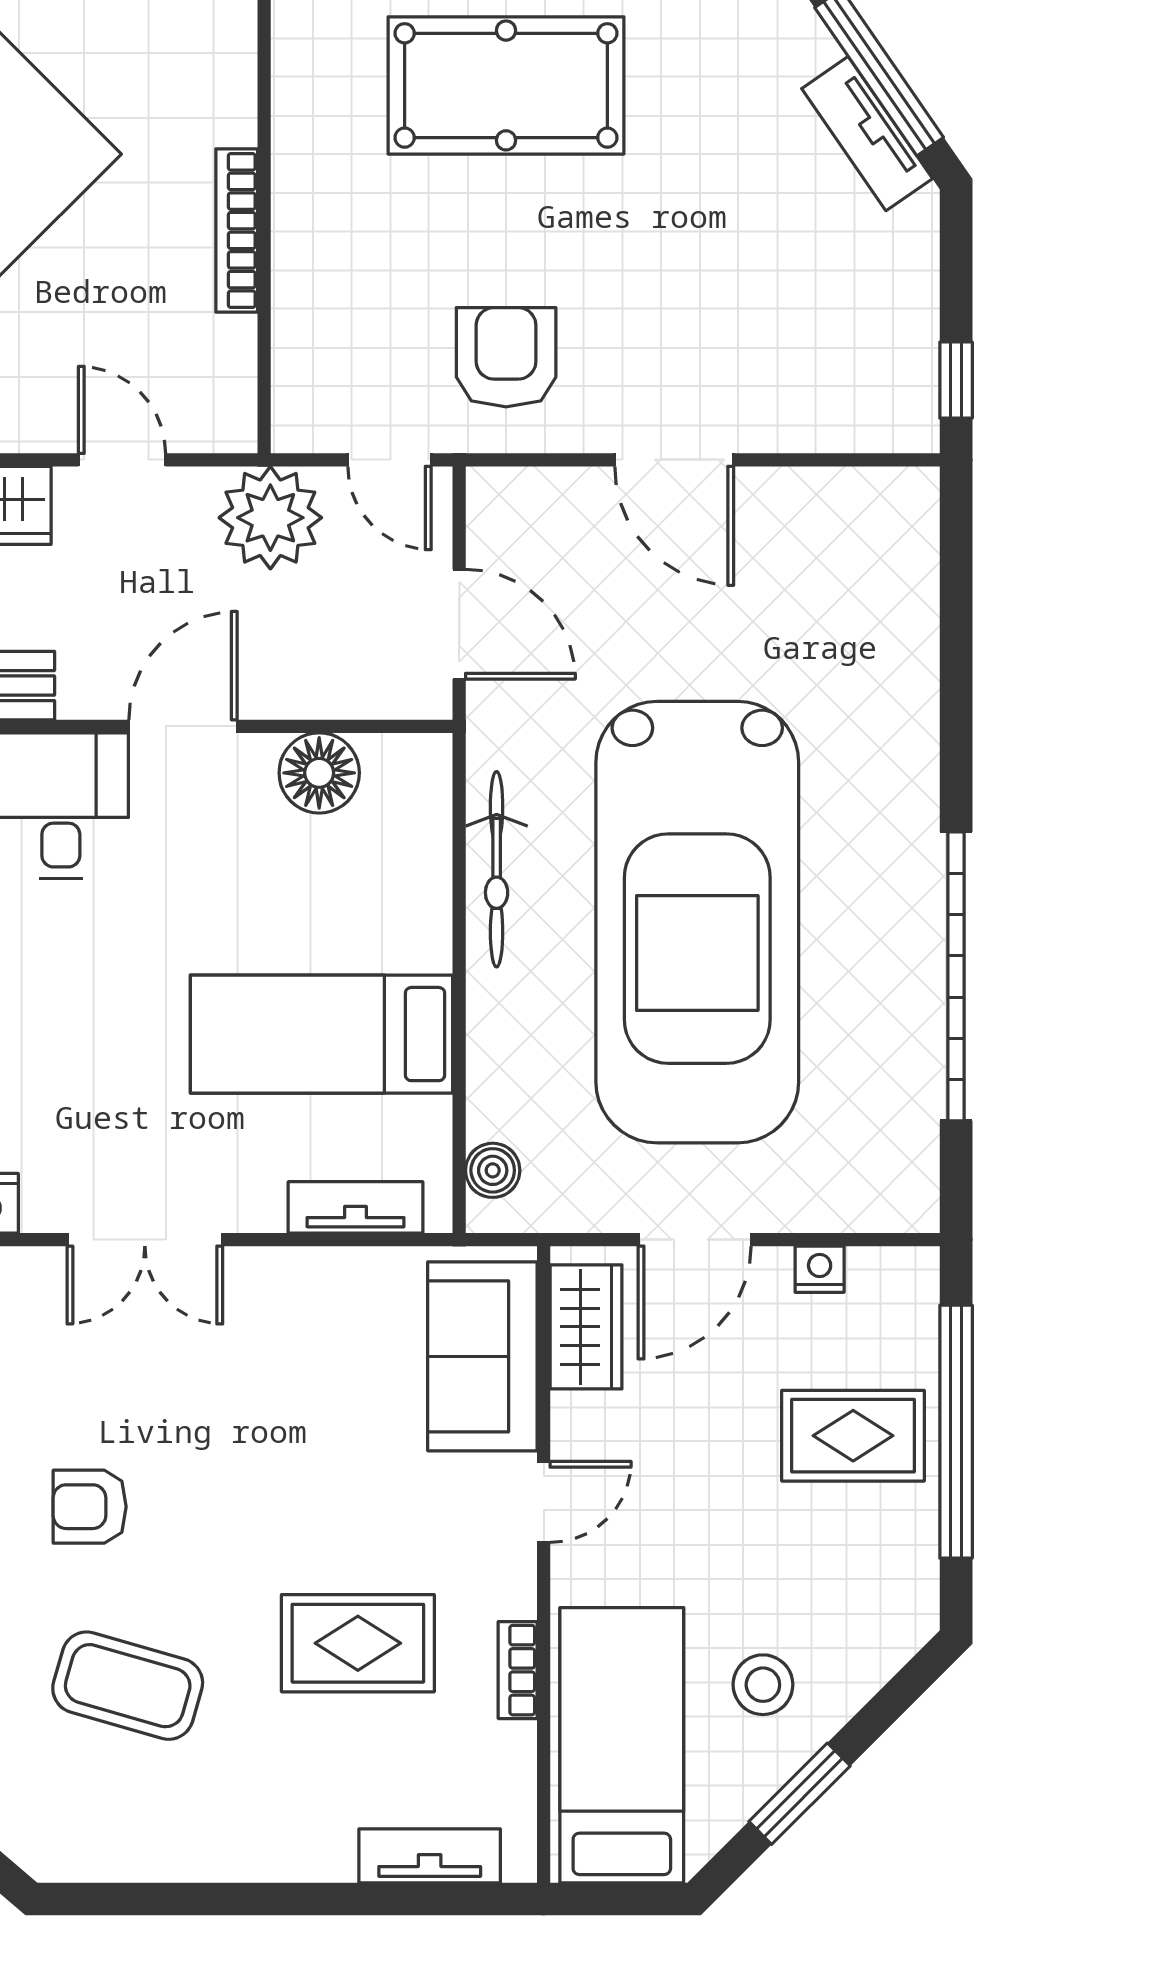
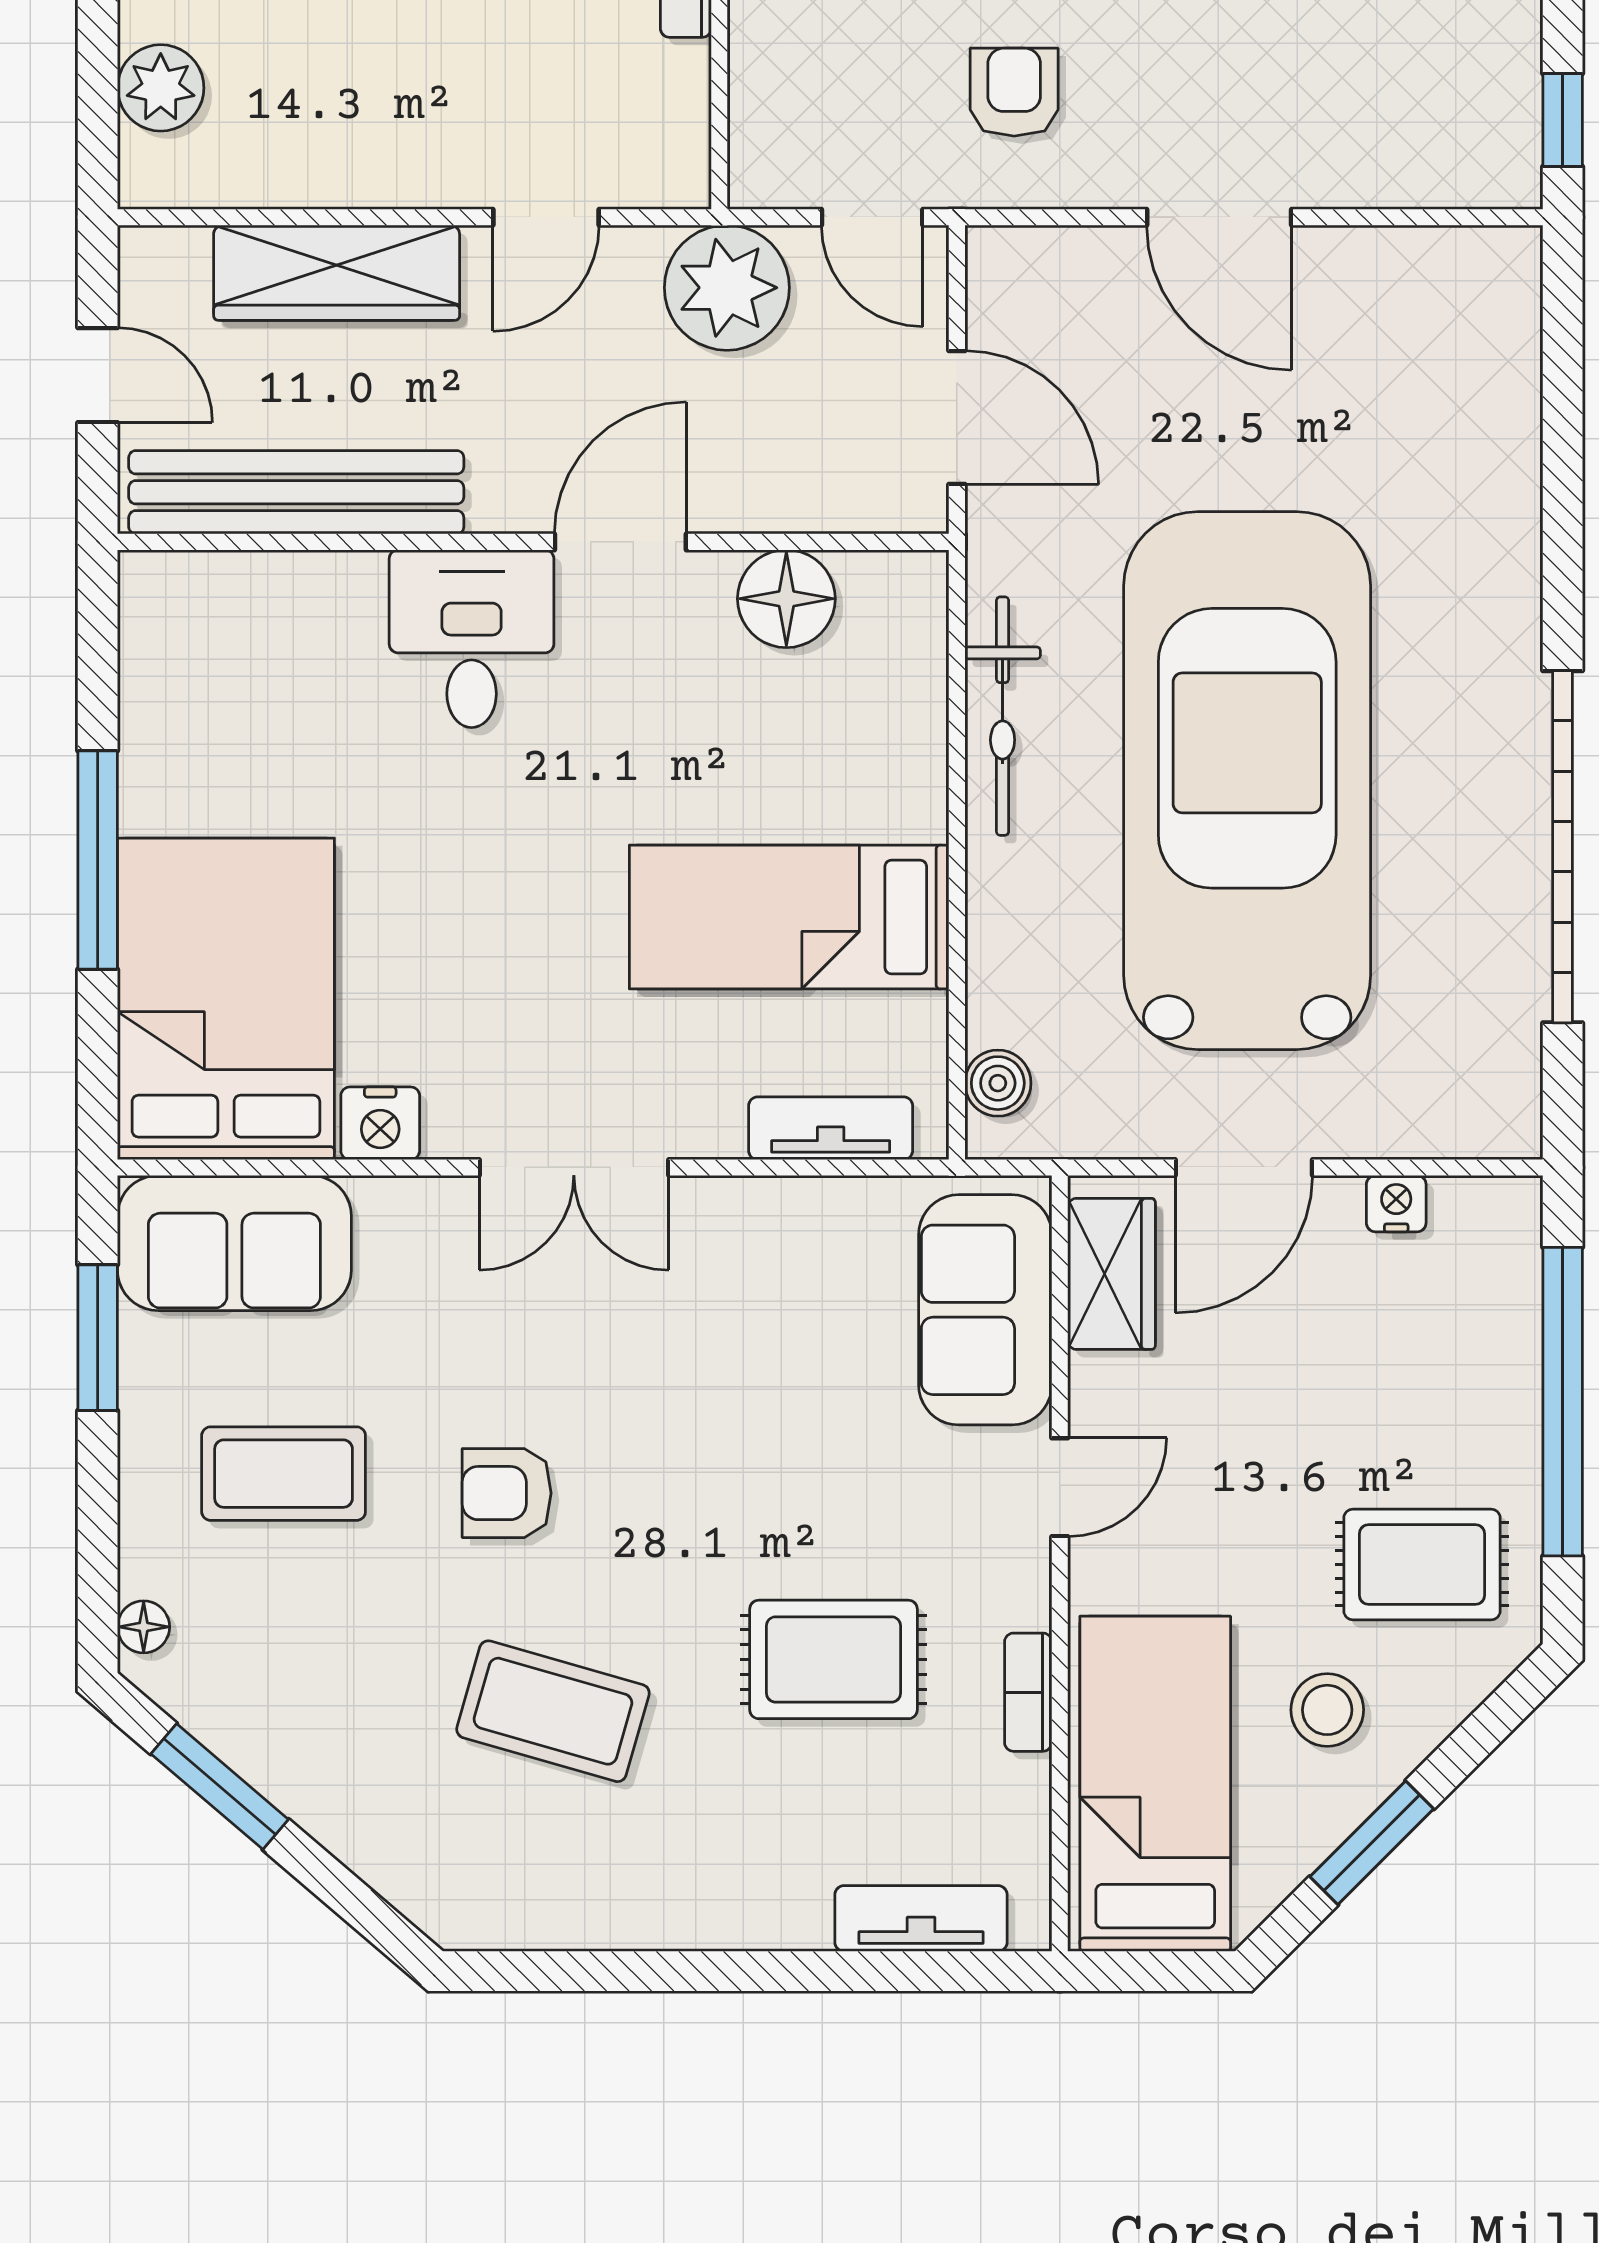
armchair: (506, 357) -> (1014, 92), width x0.72, depth x0.72
door: (122, 460) -> (546, 217), swing flipped
car: (697, 922) -> (1247, 781), turned 180
rug: (853, 1436) -> (1422, 1564), moved

